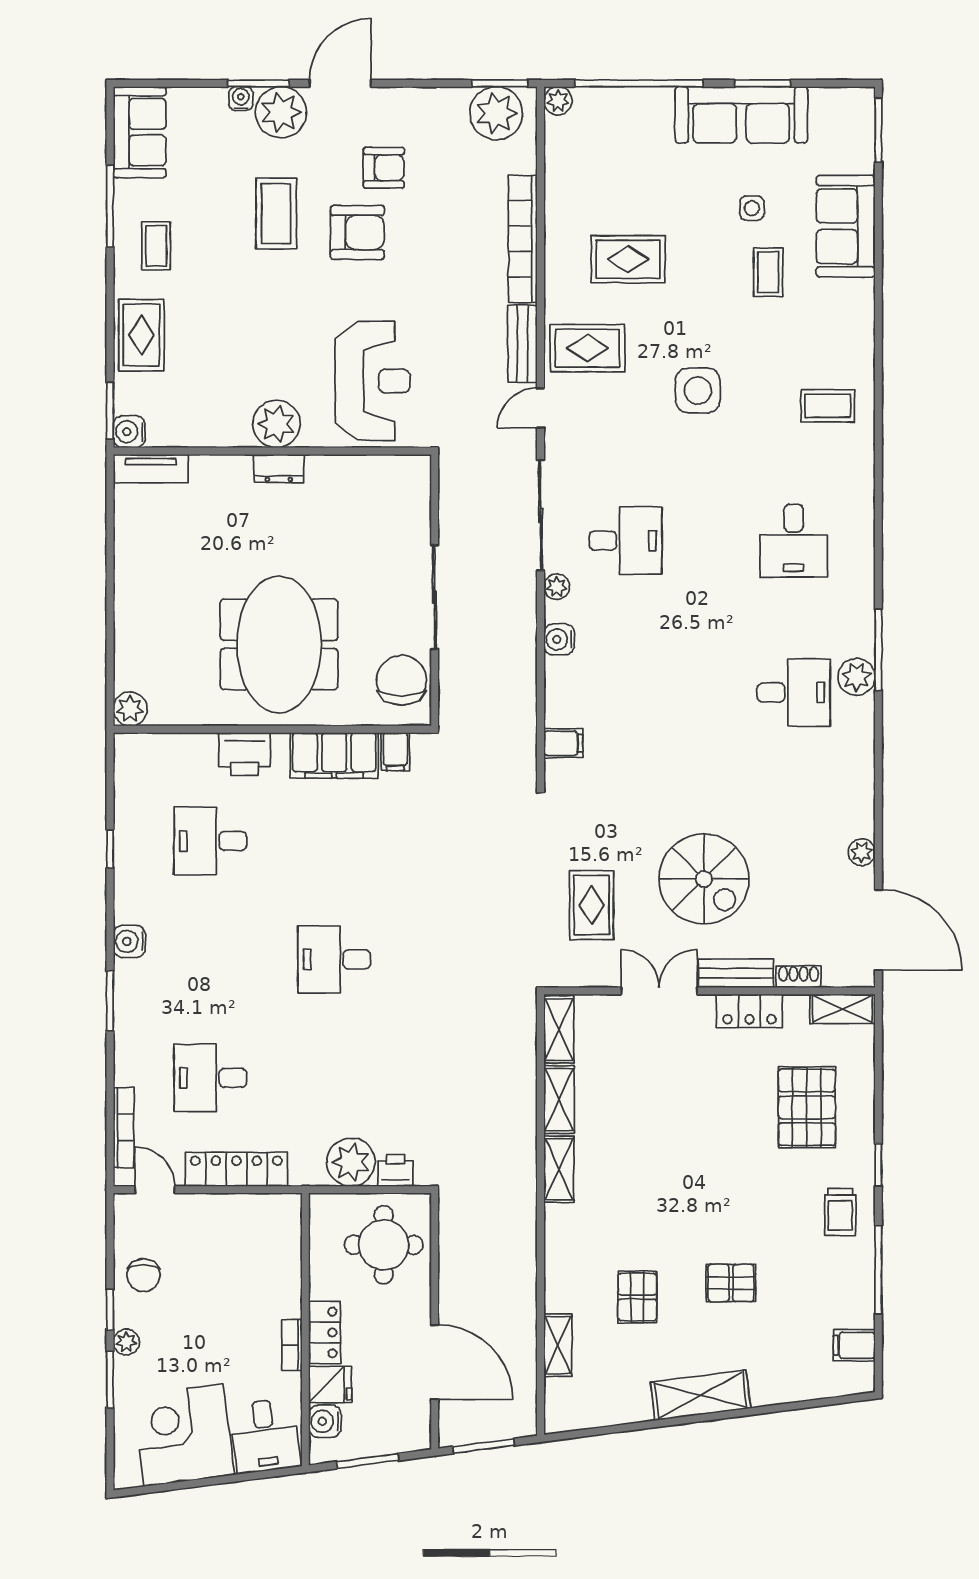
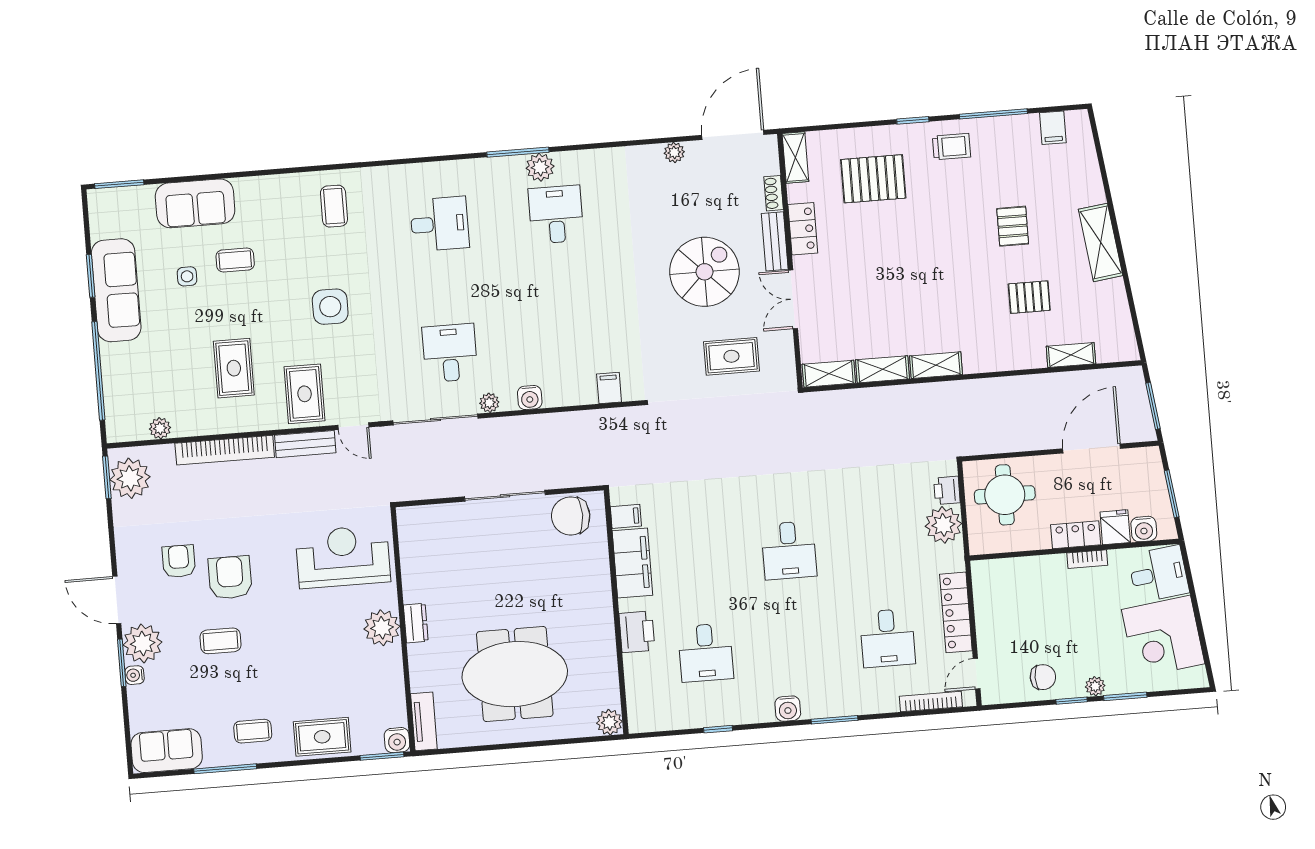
plant: (558, 101) -> (160, 428), moved
coffee table: (276, 214) -> (221, 641), width x0.73, depth x0.77
meeting table: (279, 644) -> (515, 674), moved

